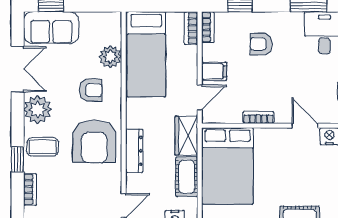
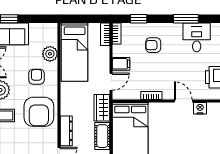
armchair: (91, 90) -> (36, 77), turned -90
dresser: (134, 151) -> (66, 131), moved

